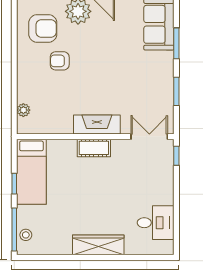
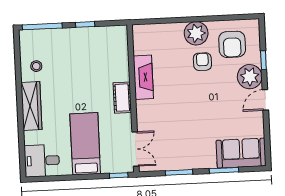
plant: (23, 110) -> (196, 33), moved, width x1.87, depth x1.87
fireplace: (97, 124) -> (143, 77), moved
bed: (31, 172) -> (85, 144), moved, turned 90
desk: (156, 223) -> (42, 161), moved, turned 90
stool: (26, 235) -> (36, 66), moved

